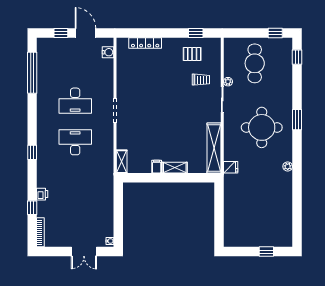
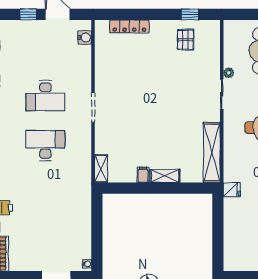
pallet: (192, 54) -> (186, 40), turned 90
trolley: (201, 80) -> (196, 70), removed
fridge: (231, 167) -> (232, 190), moved

